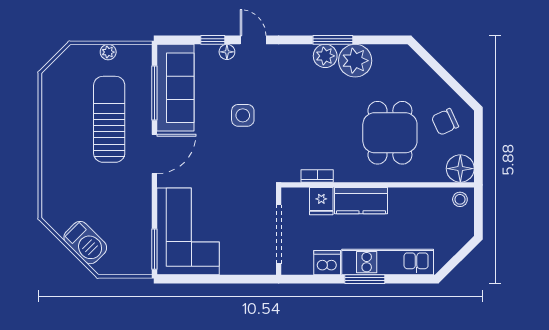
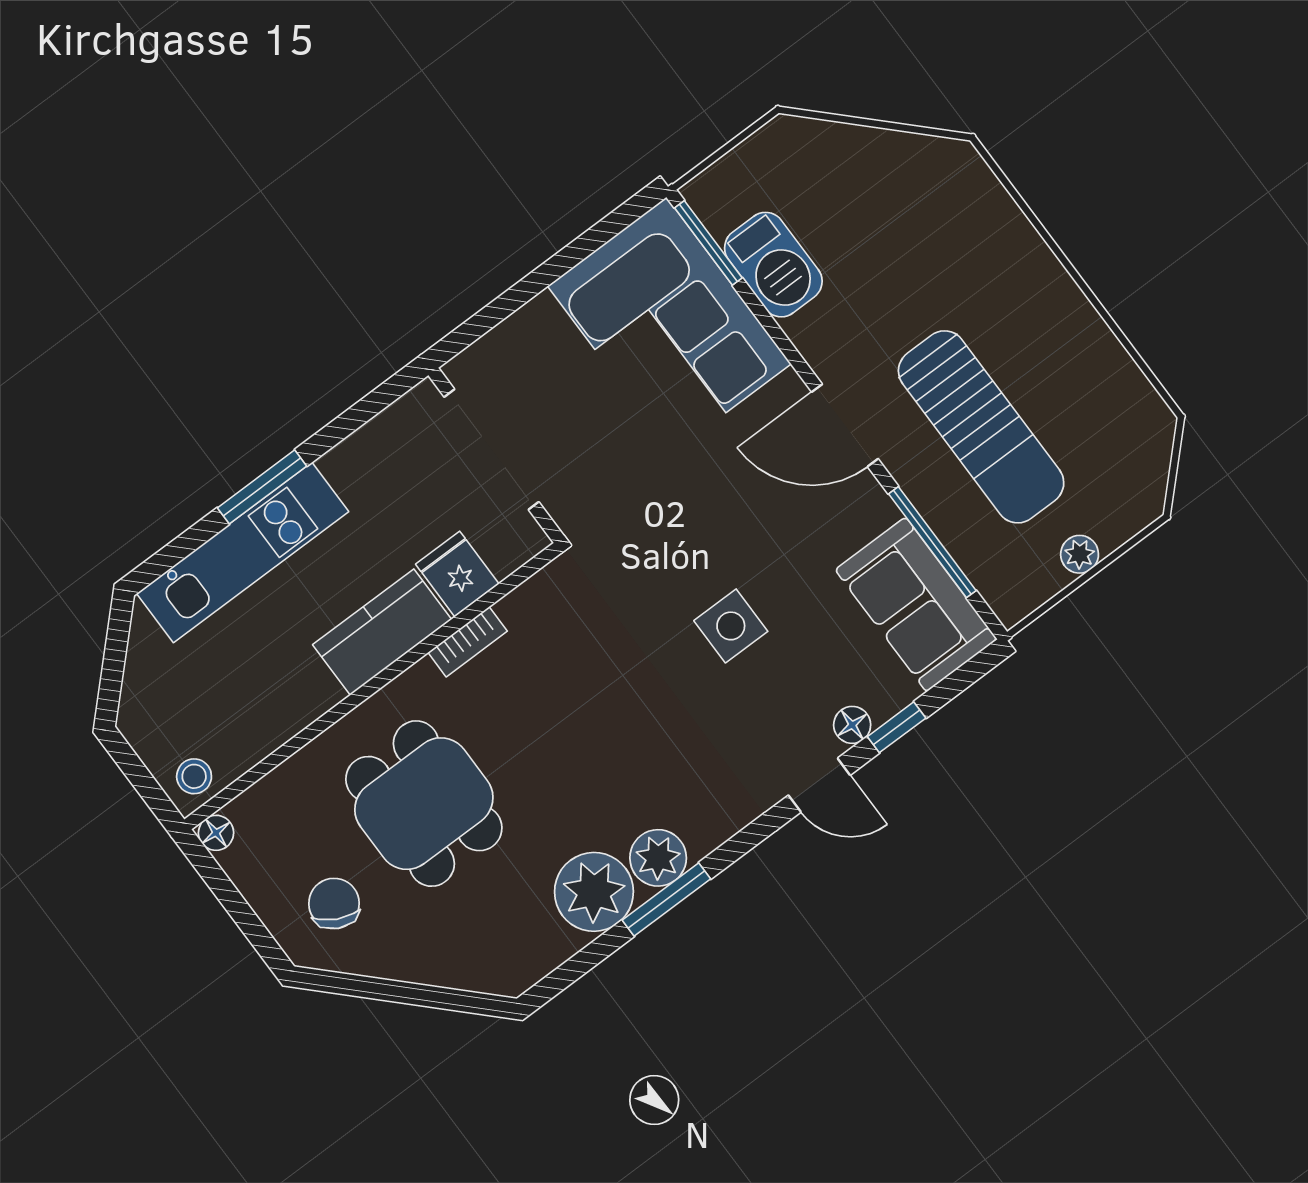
sofa: (175, 88) -> (916, 605), width x0.73
chair: (445, 122) -> (334, 903), turned -38
door: (154, 154) -> (845, 425), hinge flipped
floor lamp: (460, 169) -> (216, 833), width x0.53, depth x0.53
bookcase: (317, 176) -> (468, 642), moved
barbecue: (85, 243) -> (773, 265), moved, turned -135
dishwasher: (327, 263) -> (358, 464), removed

